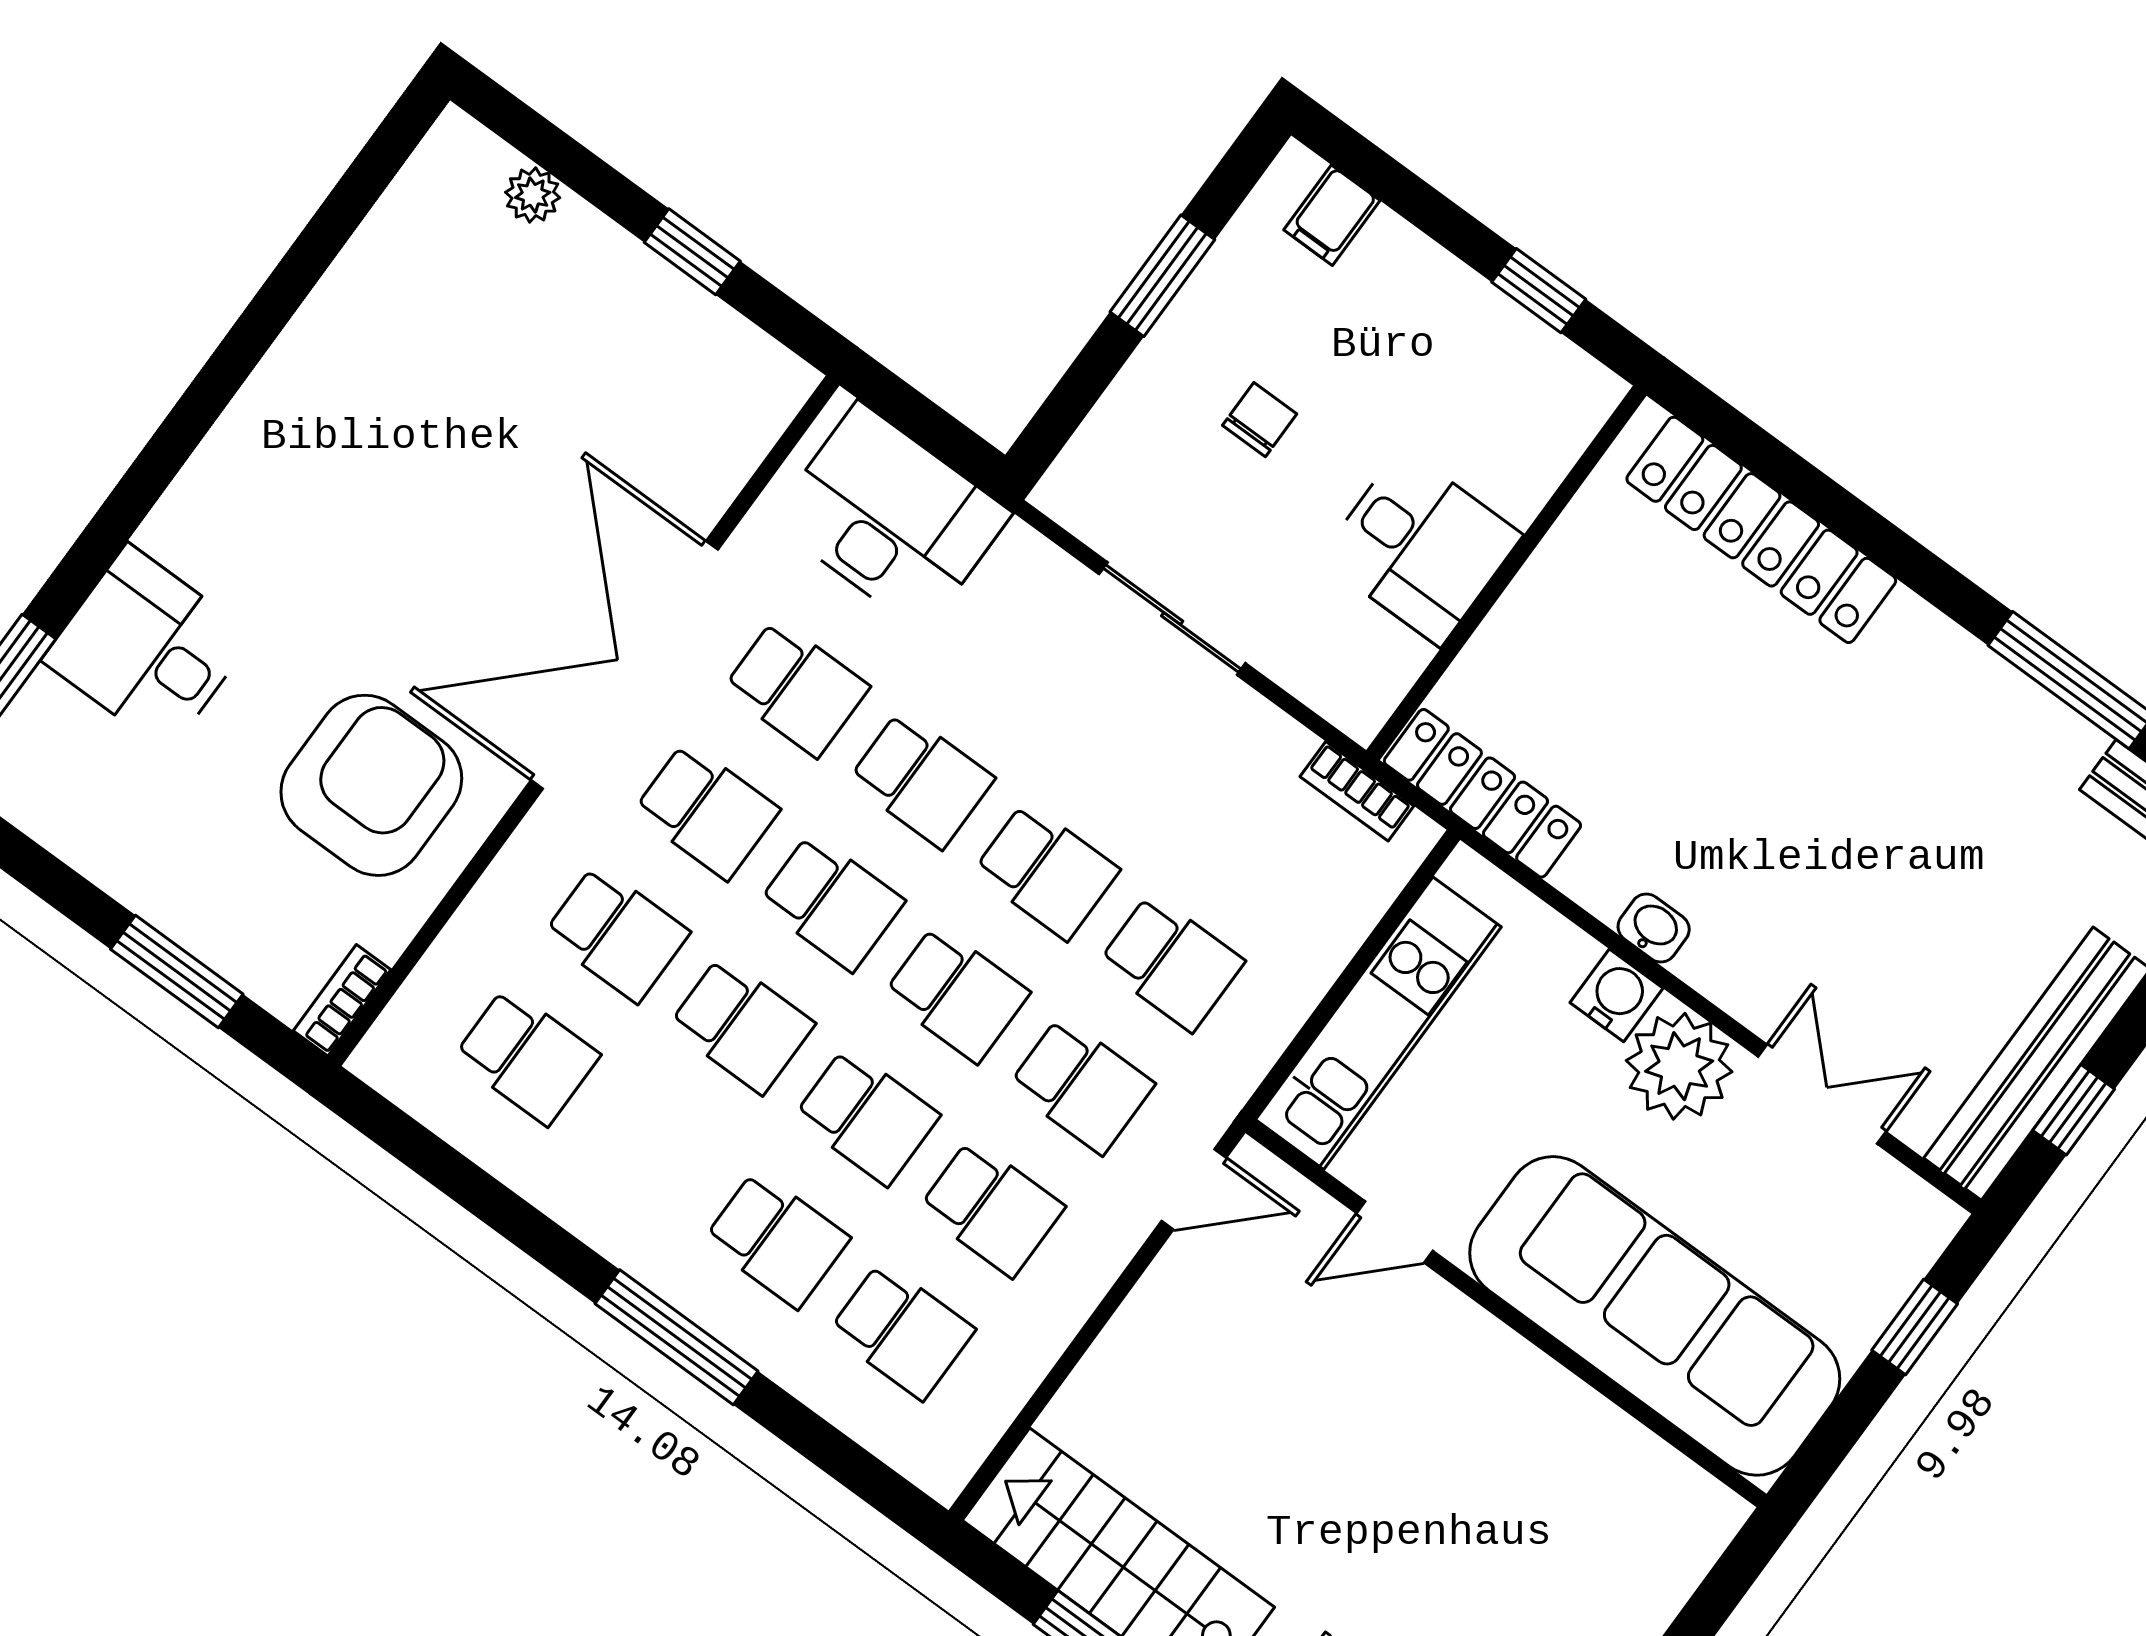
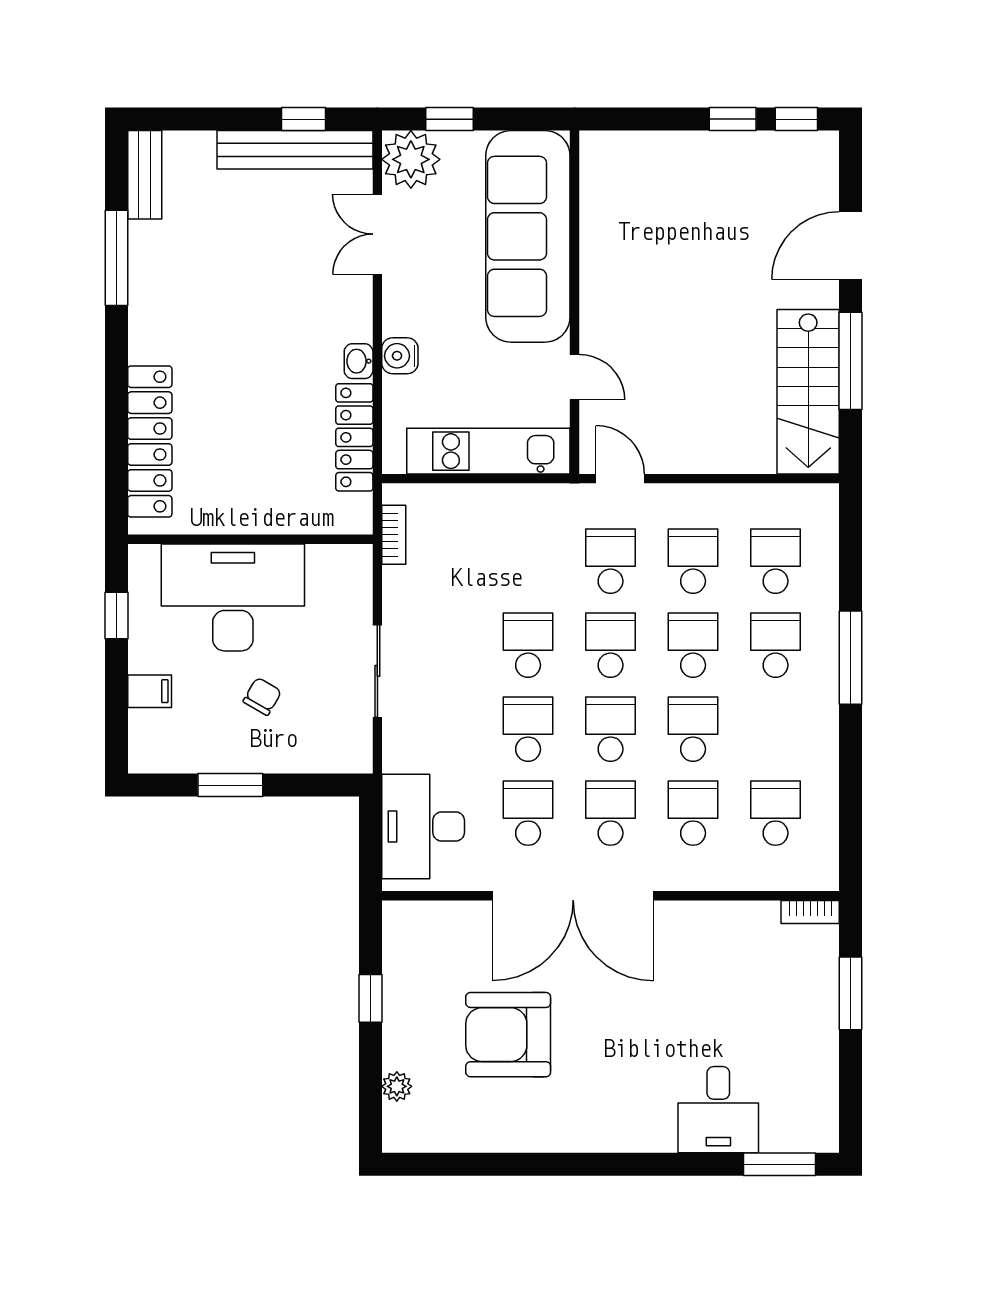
filing cabinet: (1332, 215) -> (150, 691), moved
chair: (1260, 420) -> (262, 696), turned 120
desk: (1421, 547) -> (233, 597), width x1.87, depth x1.30
armchair: (371, 785) -> (508, 1035), moved
locker: (1482, 793) -> (354, 437), moved
school desk: (1171, 962) -> (528, 561), removed
plant: (1679, 1066) -> (411, 159), moved

